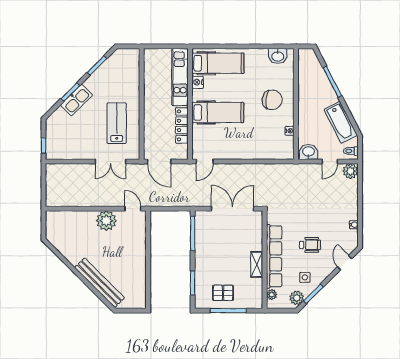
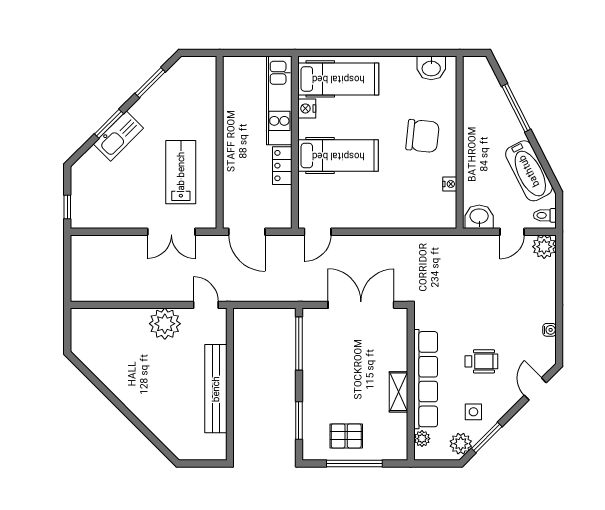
locker: (182, 125) -> (282, 166), width x0.66
bench: (100, 283) -> (216, 389), moved, turned 45

